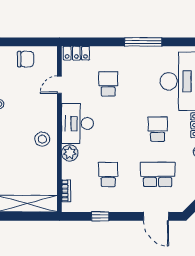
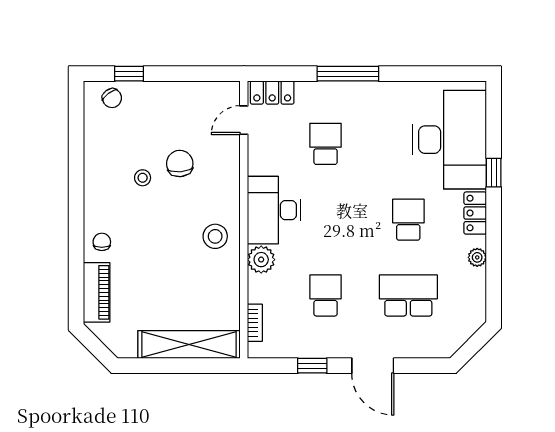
window: (143, 42) -> (348, 74), moved
chair: (26, 59) -> (180, 164), moved, turned -95
door: (59, 85) -> (244, 120), moved
door: (156, 216) -> (373, 366), moved

